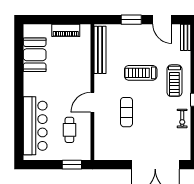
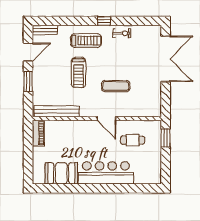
piano: (66, 30) -> (38, 133), moved
bar counter: (35, 126) -> (106, 173), moved

